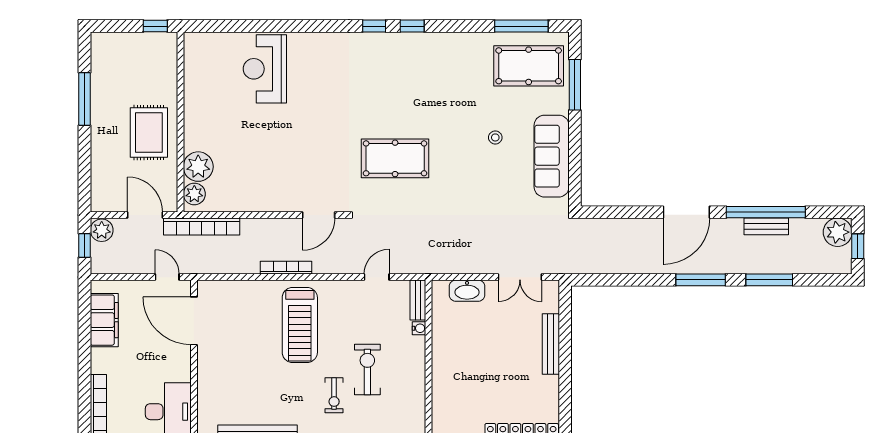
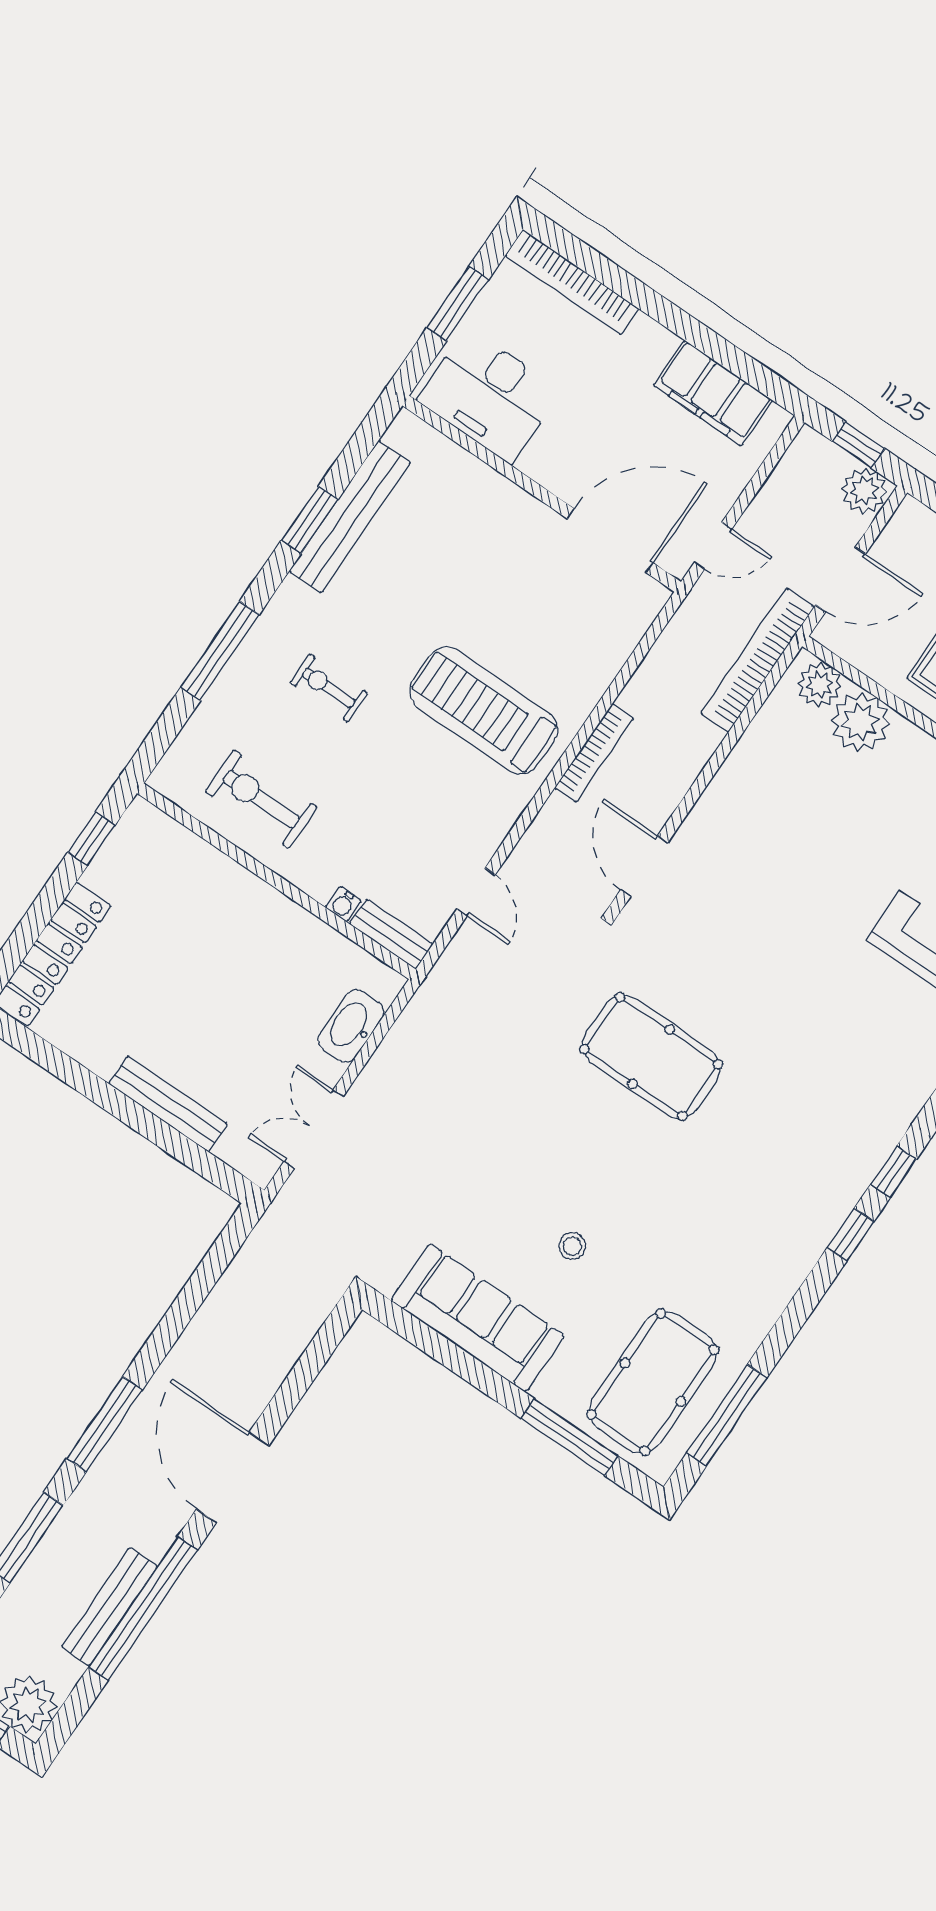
pool table: (395, 158) -> (651, 1057), turned 90
bench: (766, 226) -> (110, 1607), width x1.36
exercise bike: (367, 370) -> (261, 799), moved, turned 180

